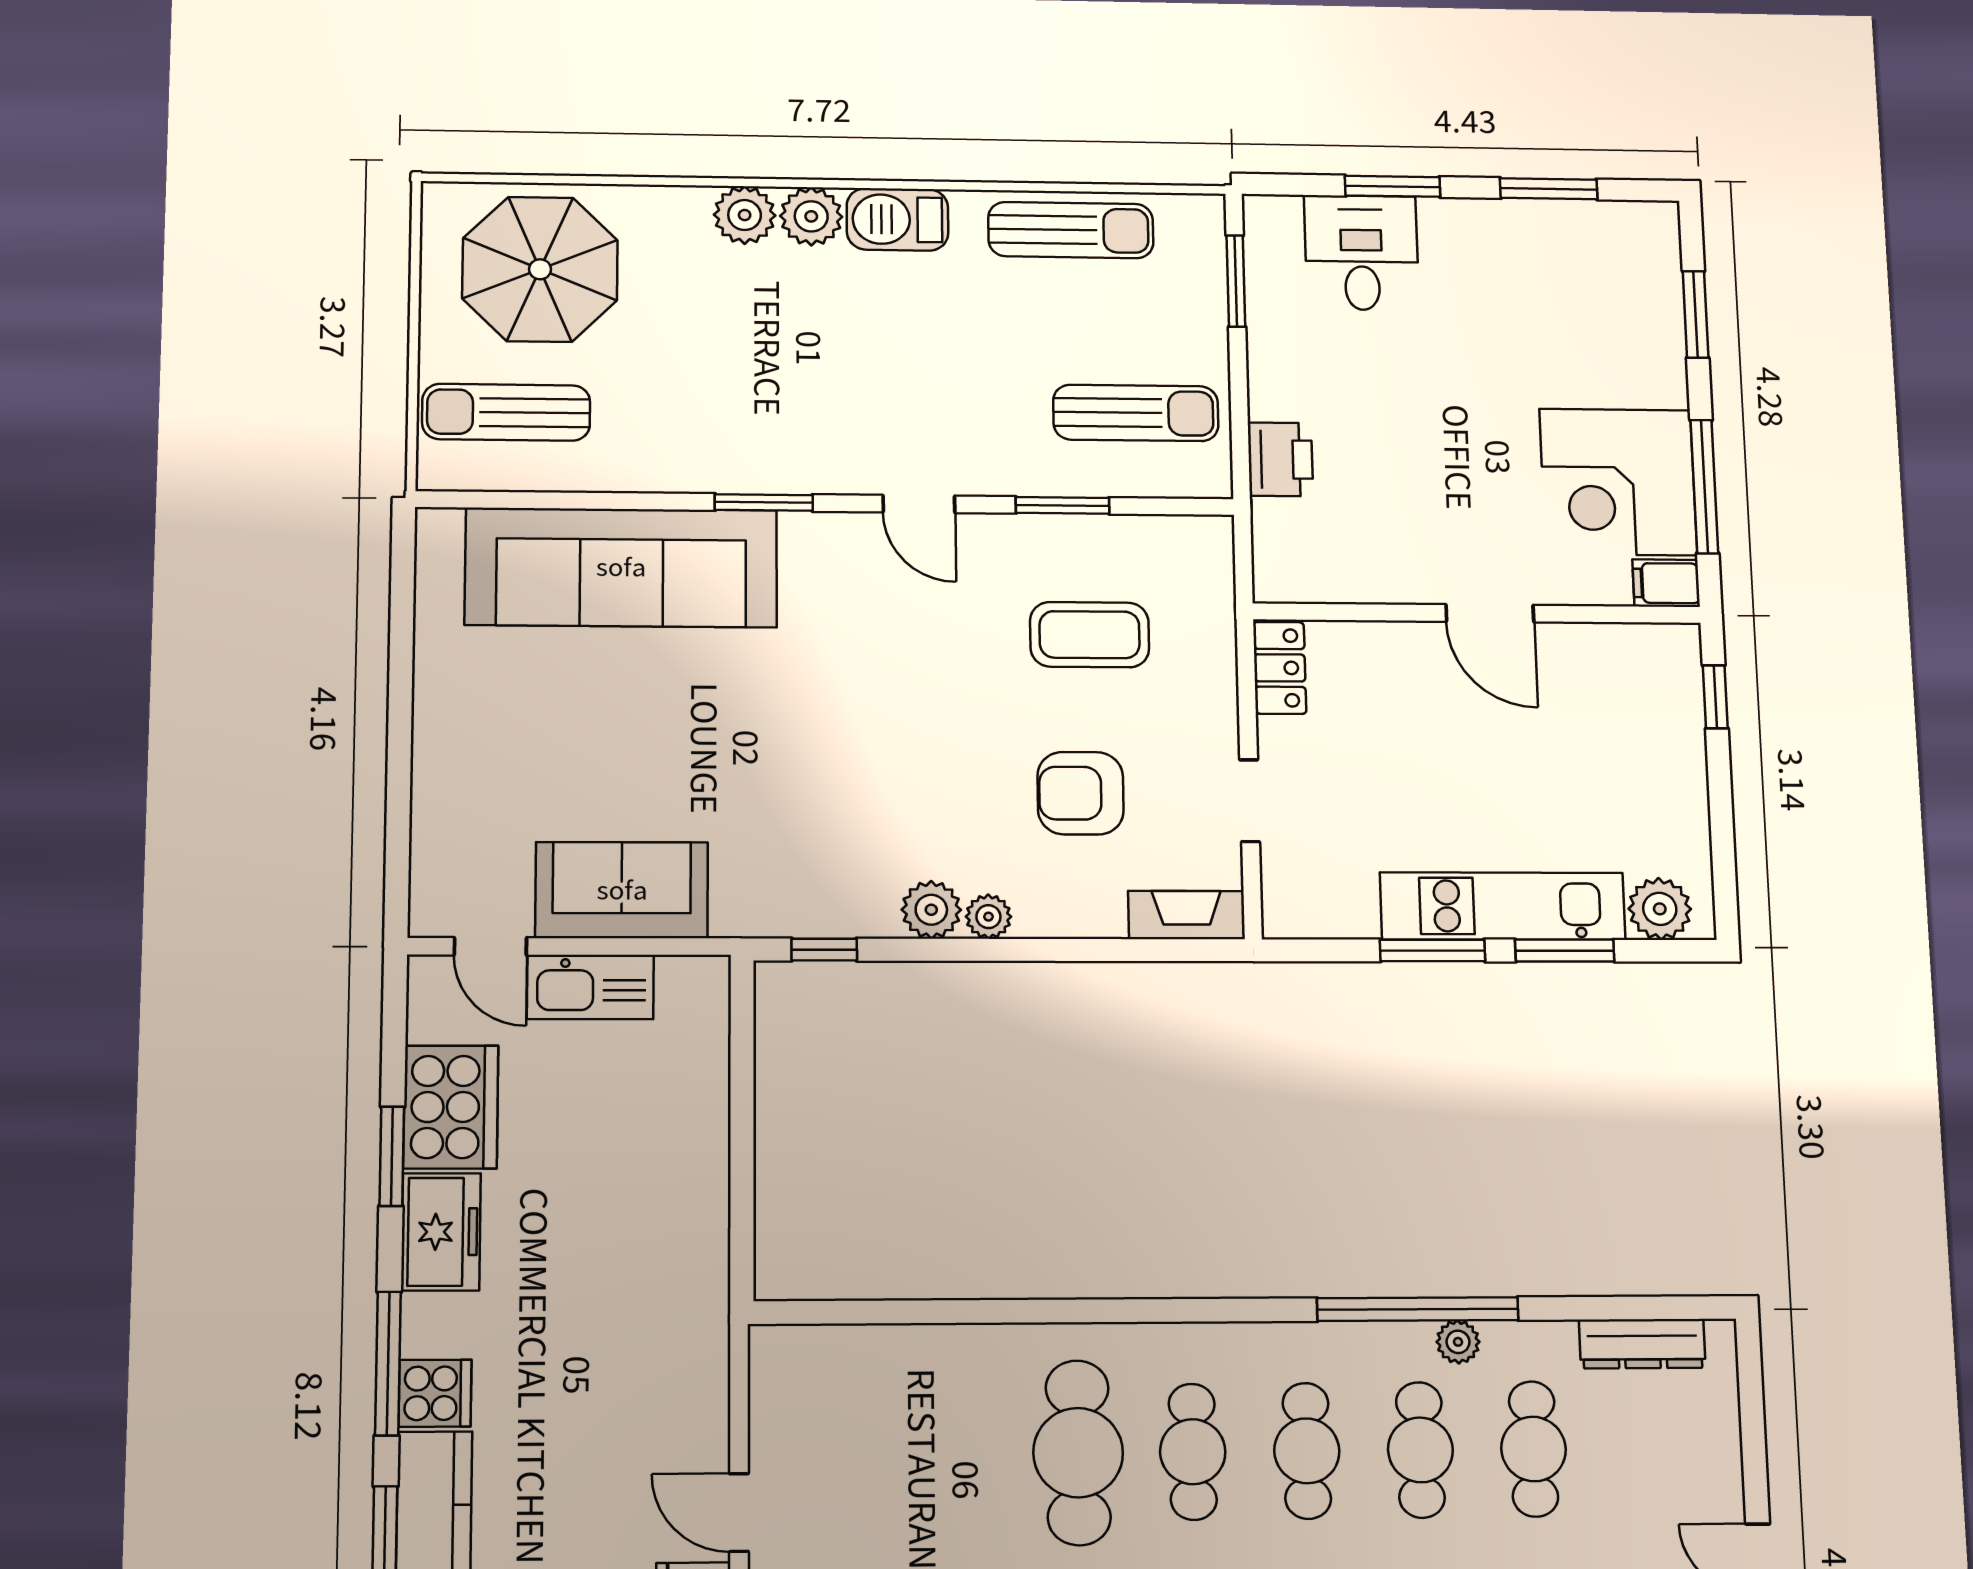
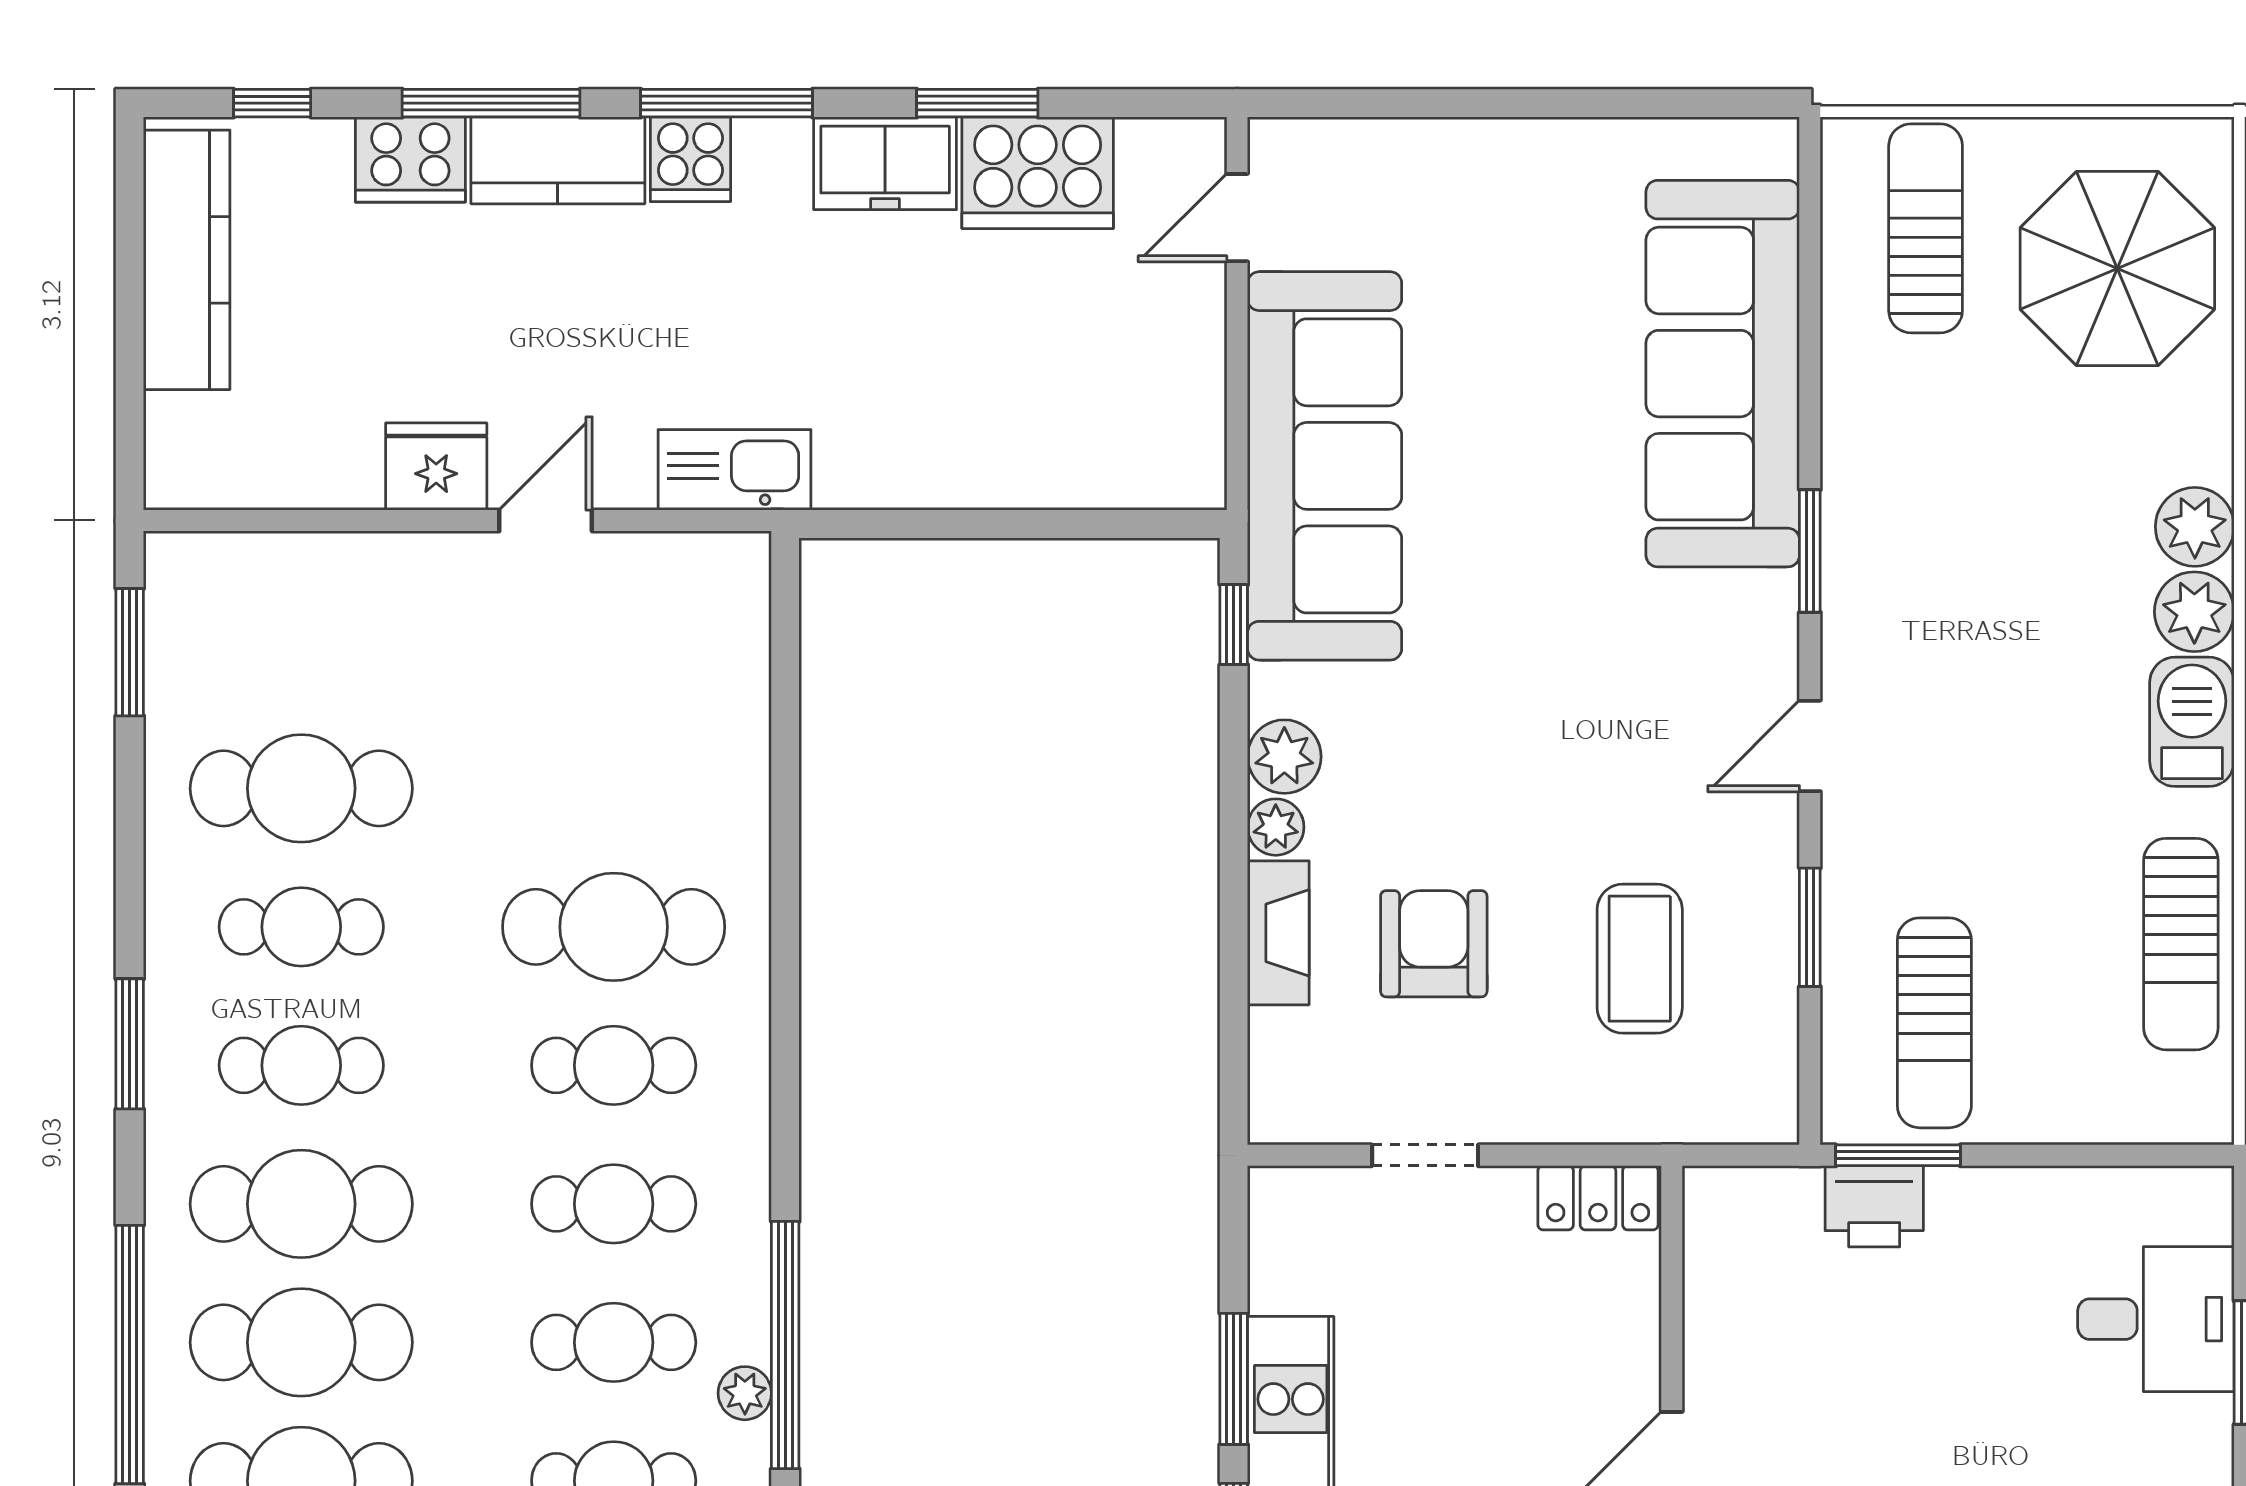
window: (1236, 281) -> (1898, 1155), moved
sofa: (622, 890) -> (1325, 466), width x1.85, depth x1.27
fireplace: (1187, 915) -> (1278, 933), moved
kitchen sink: (590, 987) -> (734, 470), moved, turned 90

